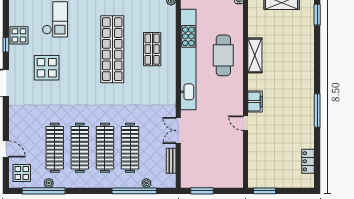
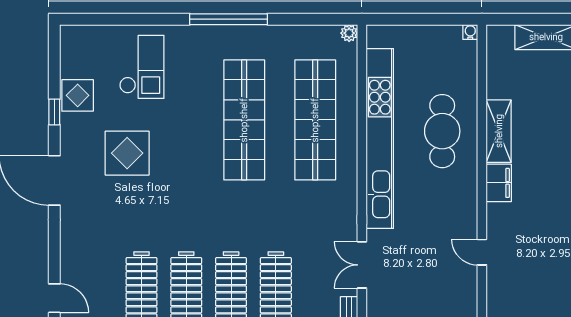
shop shelf: (152, 49) -> (315, 120), width x2.00, depth x1.36
filing cabinet: (255, 102) -> (499, 183), moved

